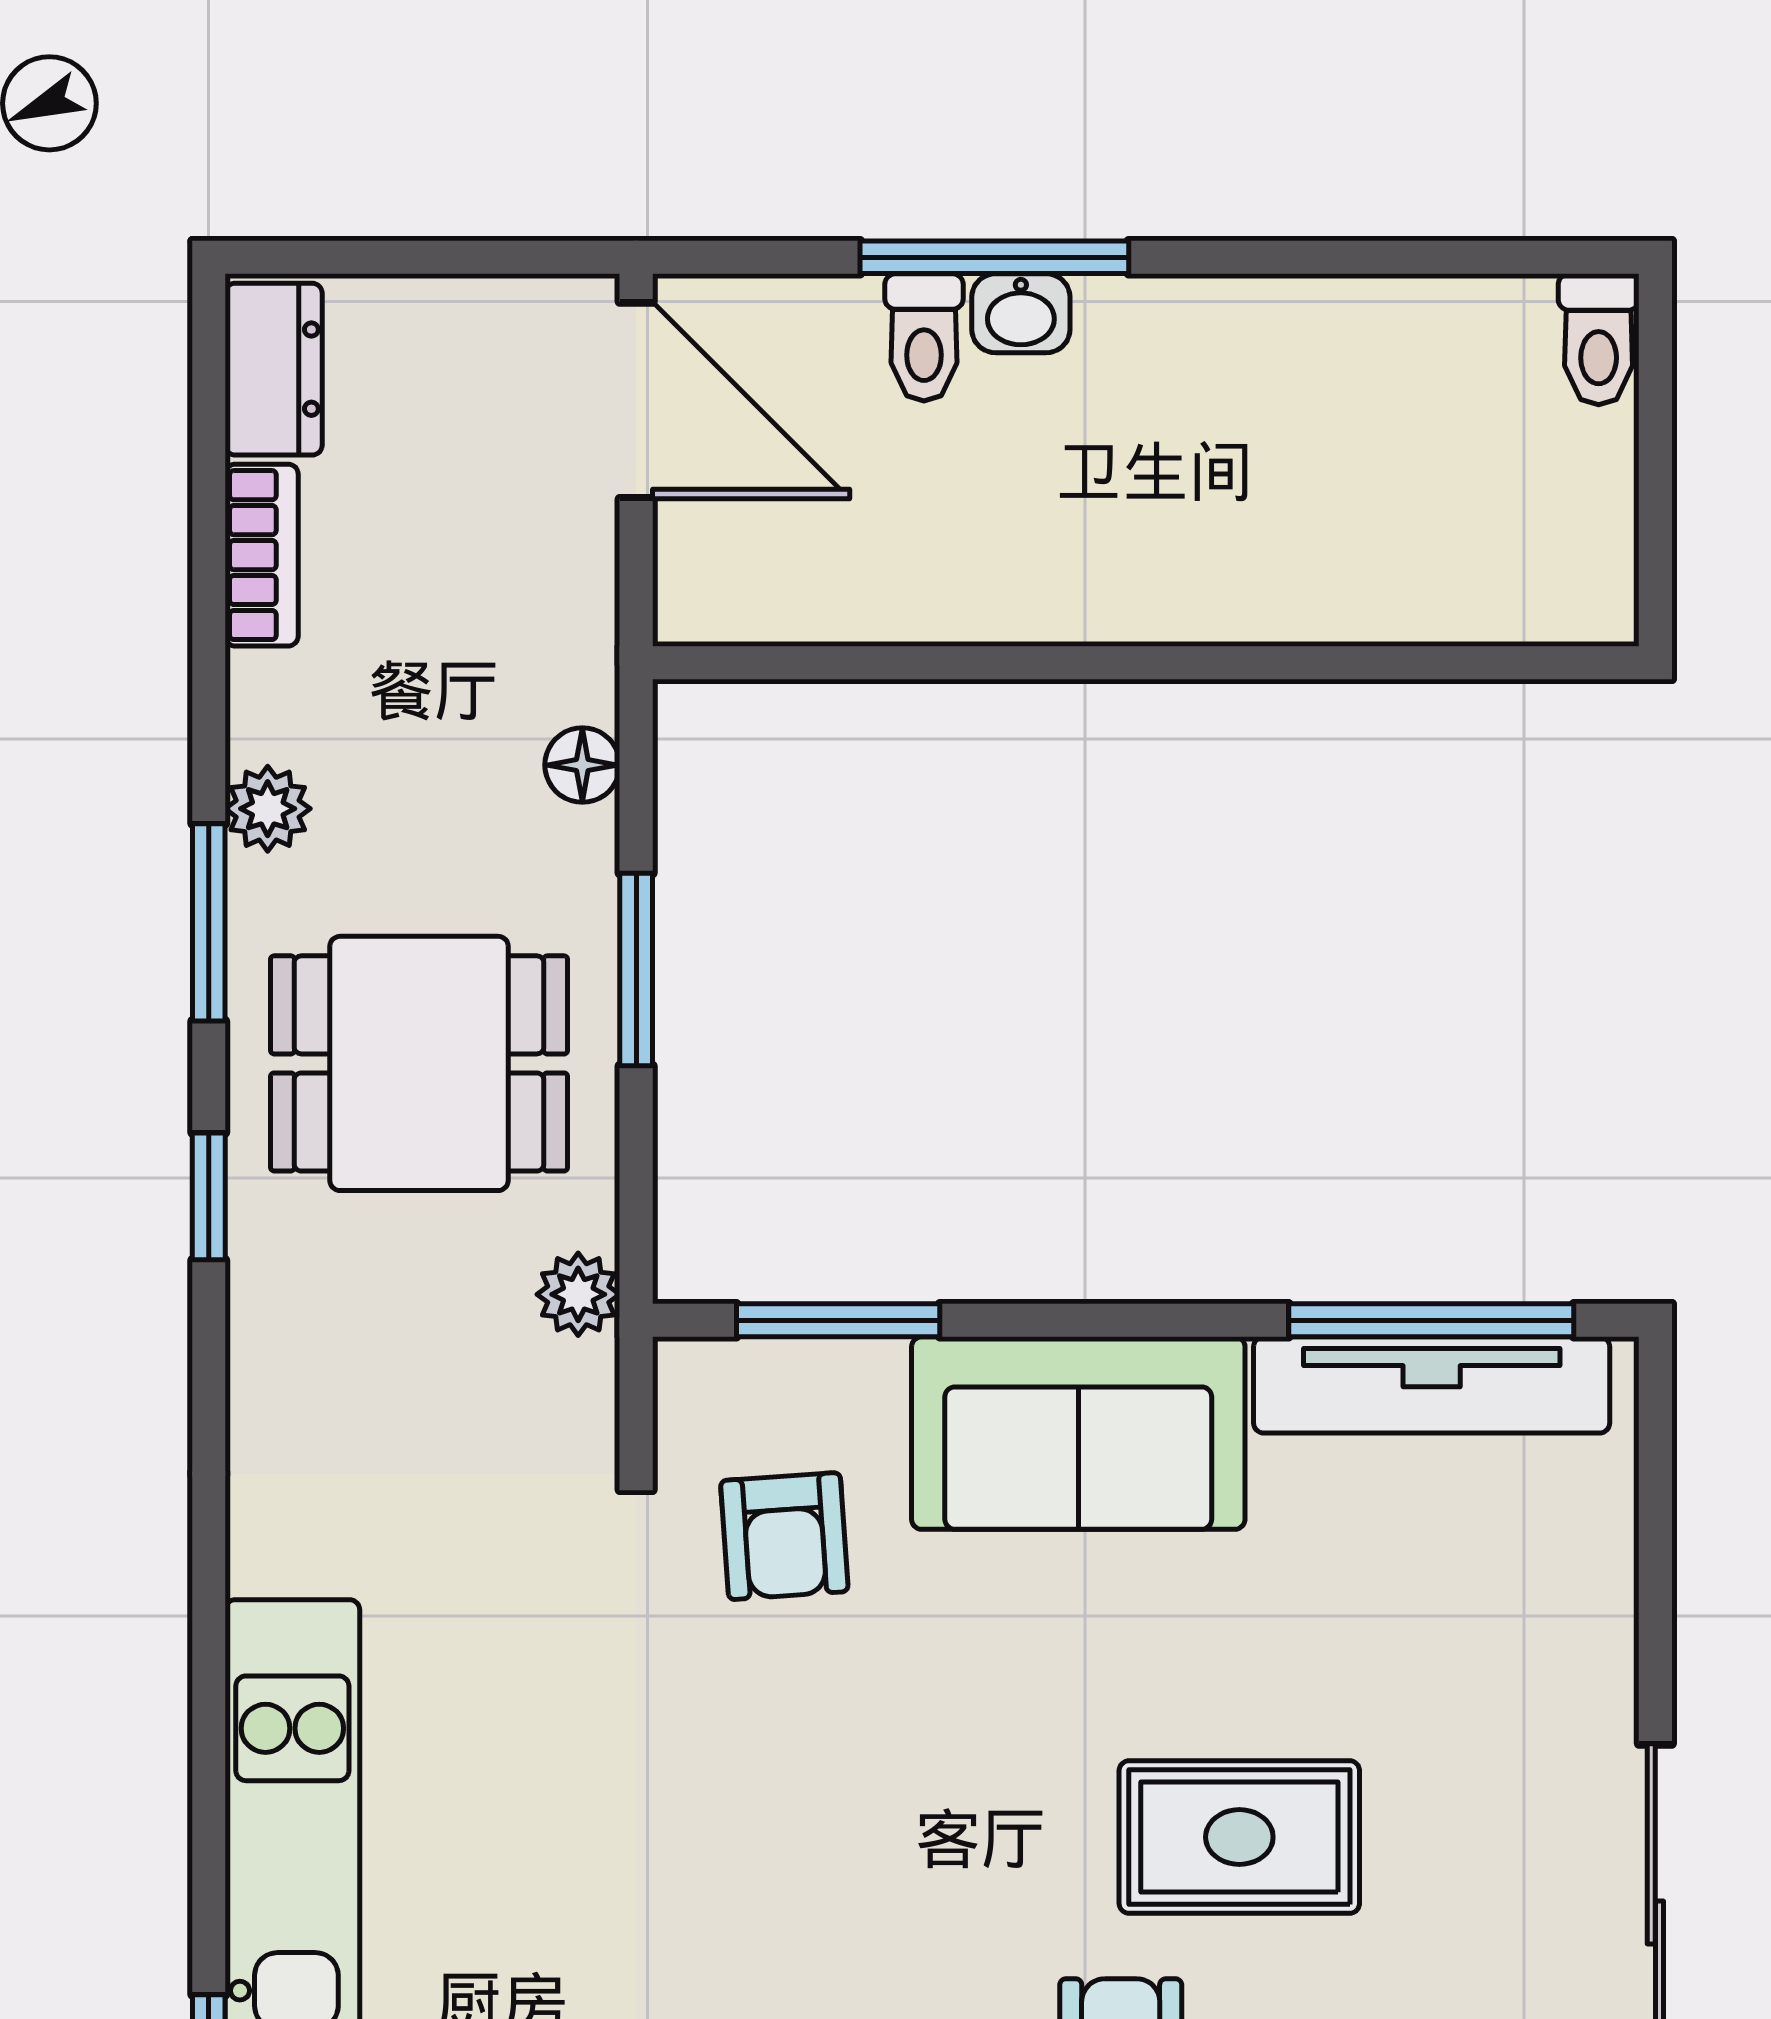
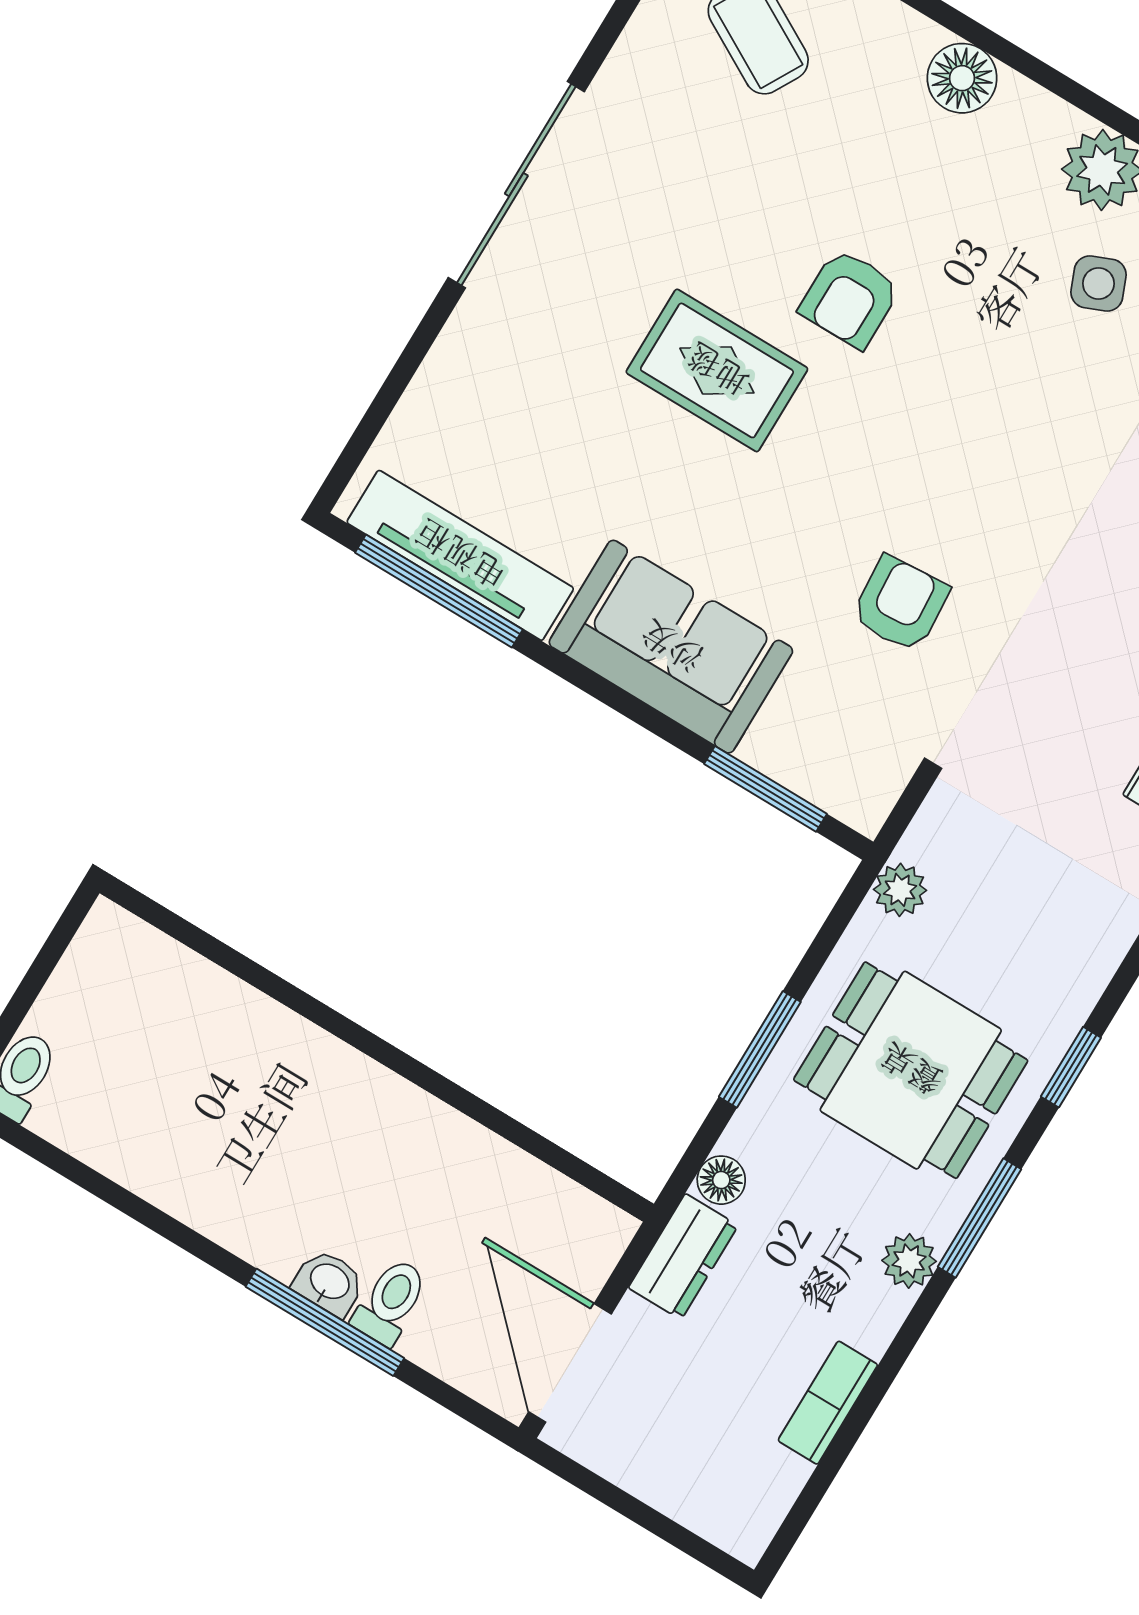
dresser: (274, 369) -> (683, 1257), moved, turned 180
armchair: (784, 1536) -> (900, 604), moved

